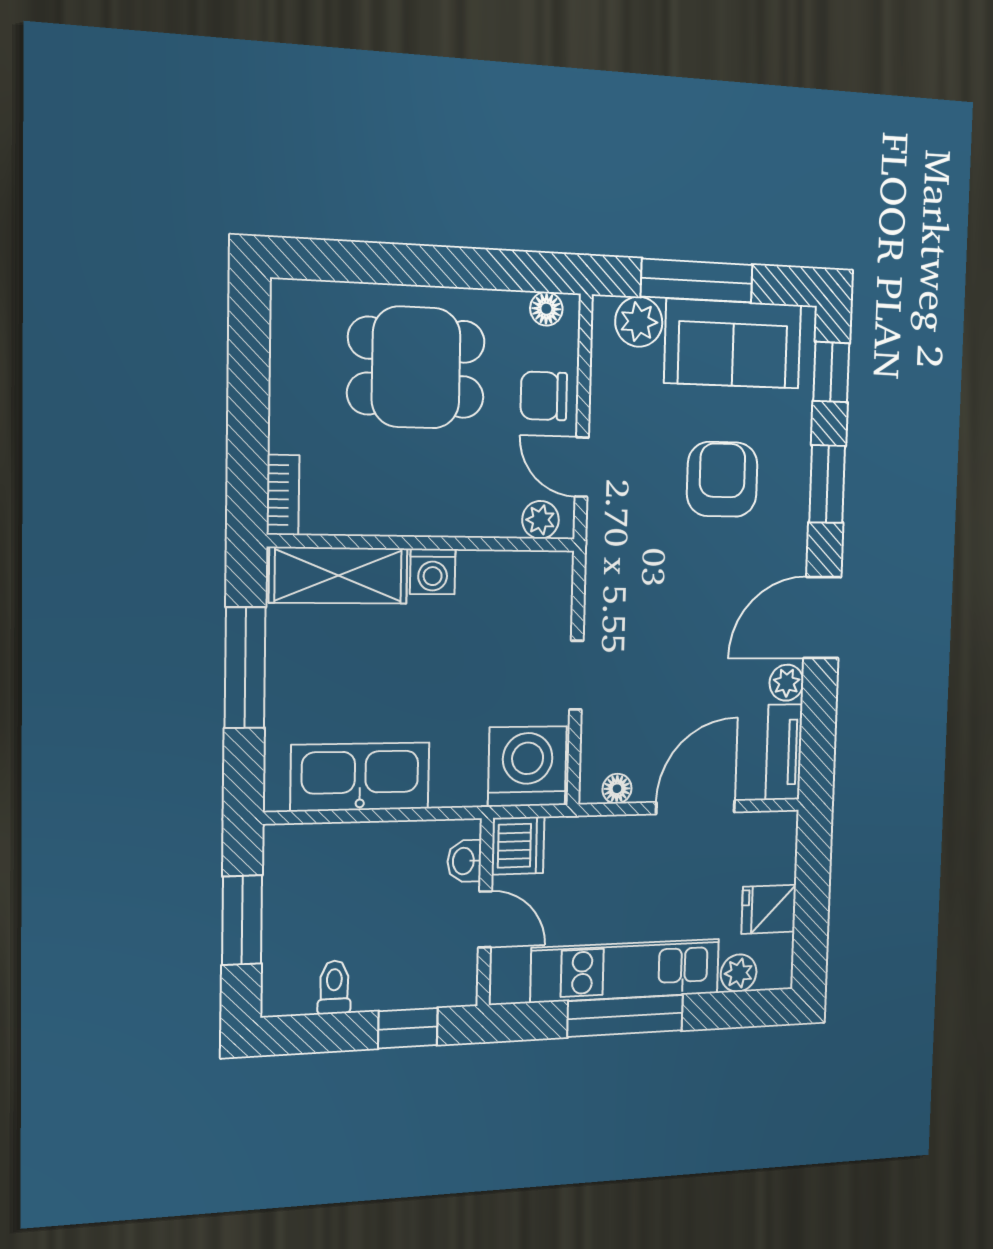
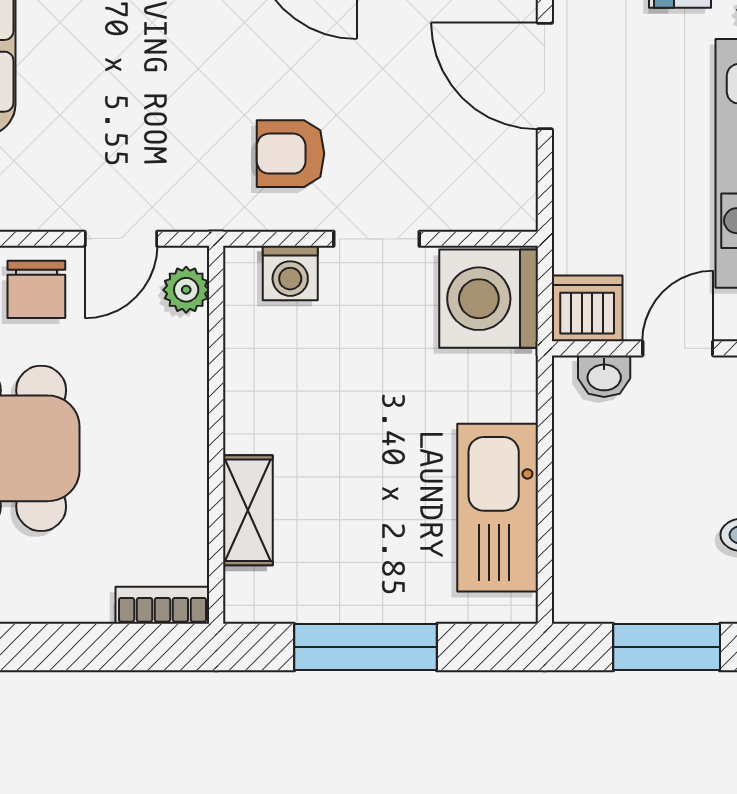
armchair: (722, 479) -> (291, 154), moved, width x0.72, depth x0.72
washing machine: (433, 572) -> (290, 273), moved, turned 90
shelving: (338, 575) -> (248, 510), width x0.67, depth x0.75
floor lamp: (617, 789) -> (519, 182), removed

